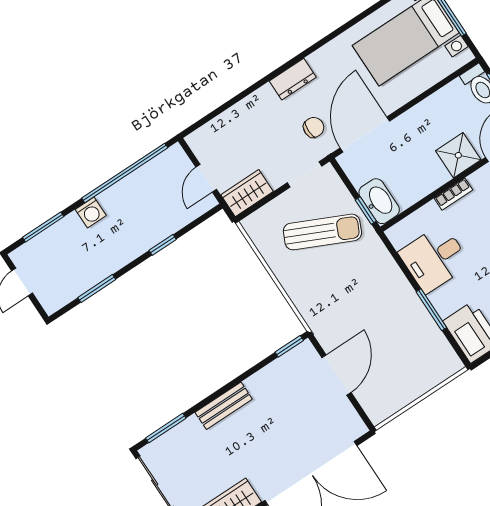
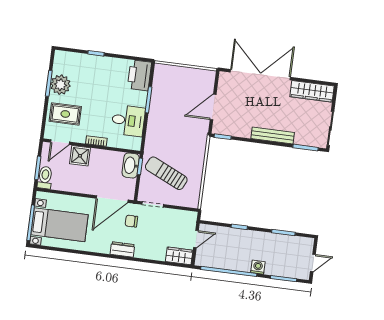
wardrobe: (247, 193) -> (179, 256), moved, turned 180
bench: (224, 406) -> (273, 136), width x1.36

